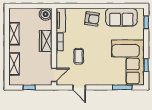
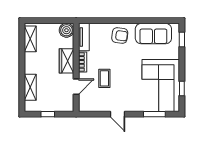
shelving: (14, 34) -> (30, 39), moved
door: (54, 75) -> (76, 87), moved
door: (79, 87) -> (118, 114), moved

